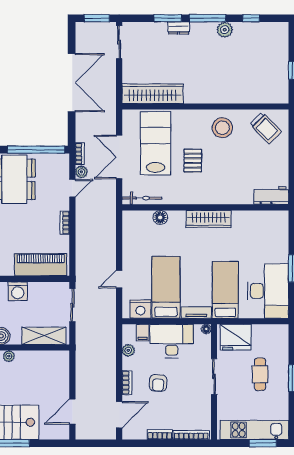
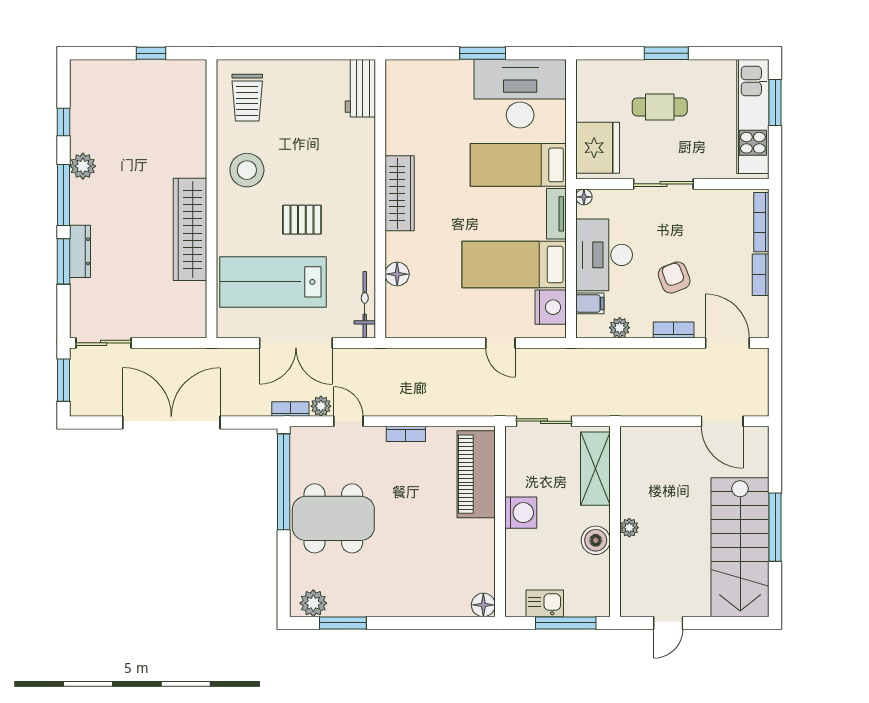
dresser: (179, 28) -> (80, 251), width x1.44
wardrobe: (153, 94) -> (190, 229), moved
trolley: (266, 128) -> (247, 98), turned 135
armchair: (158, 383) -> (674, 278), turned -115

